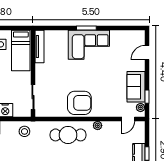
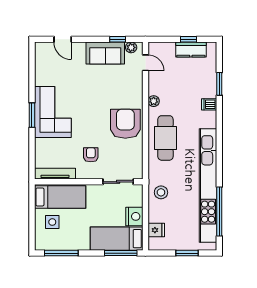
armchair: (55, 75) -> (91, 155), added

